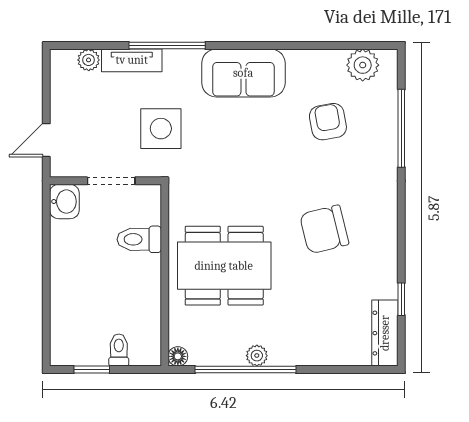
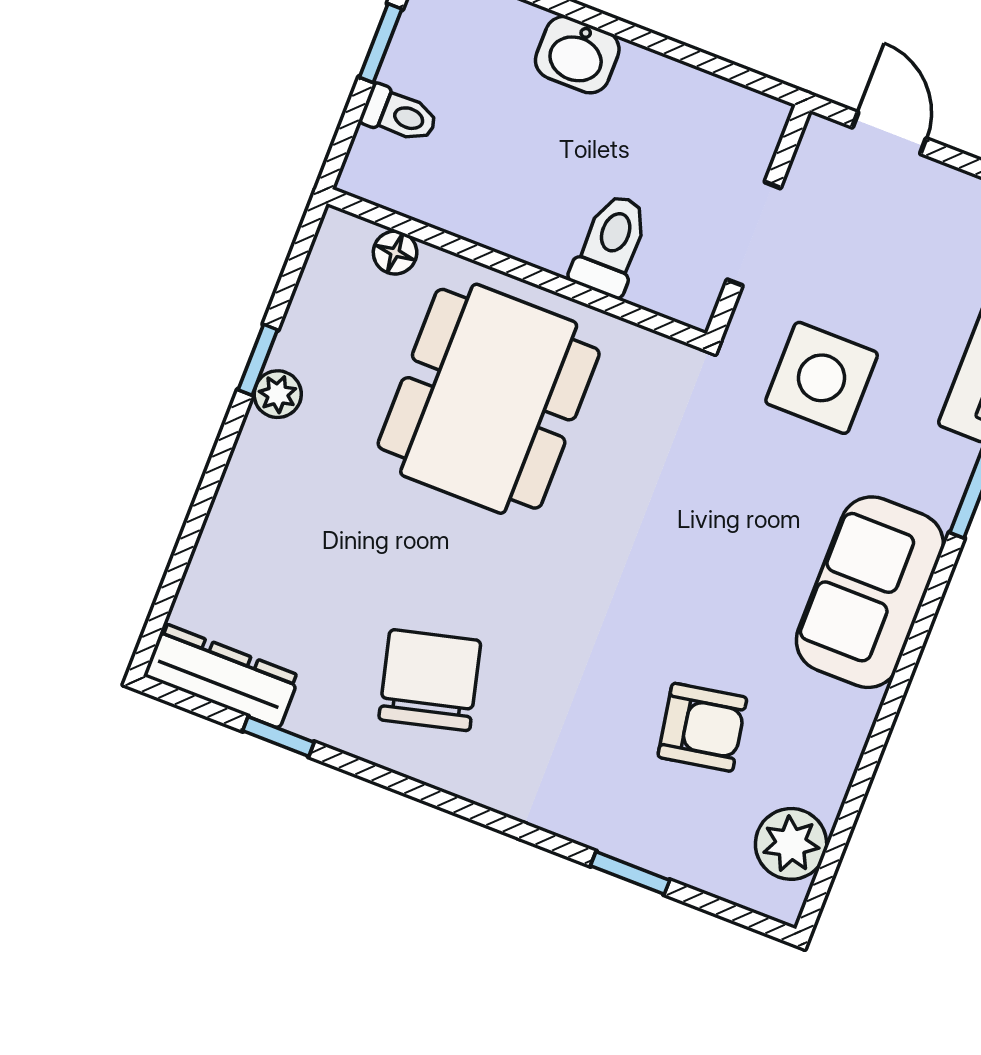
window: (401, 128) -> (630, 873), width x0.46
washbasin: (64, 202) -> (577, 55), moved
chair: (324, 229) -> (430, 680), moved
floor lamp: (178, 356) -> (395, 253), moved
window: (246, 370) -> (258, 360), width x0.32

